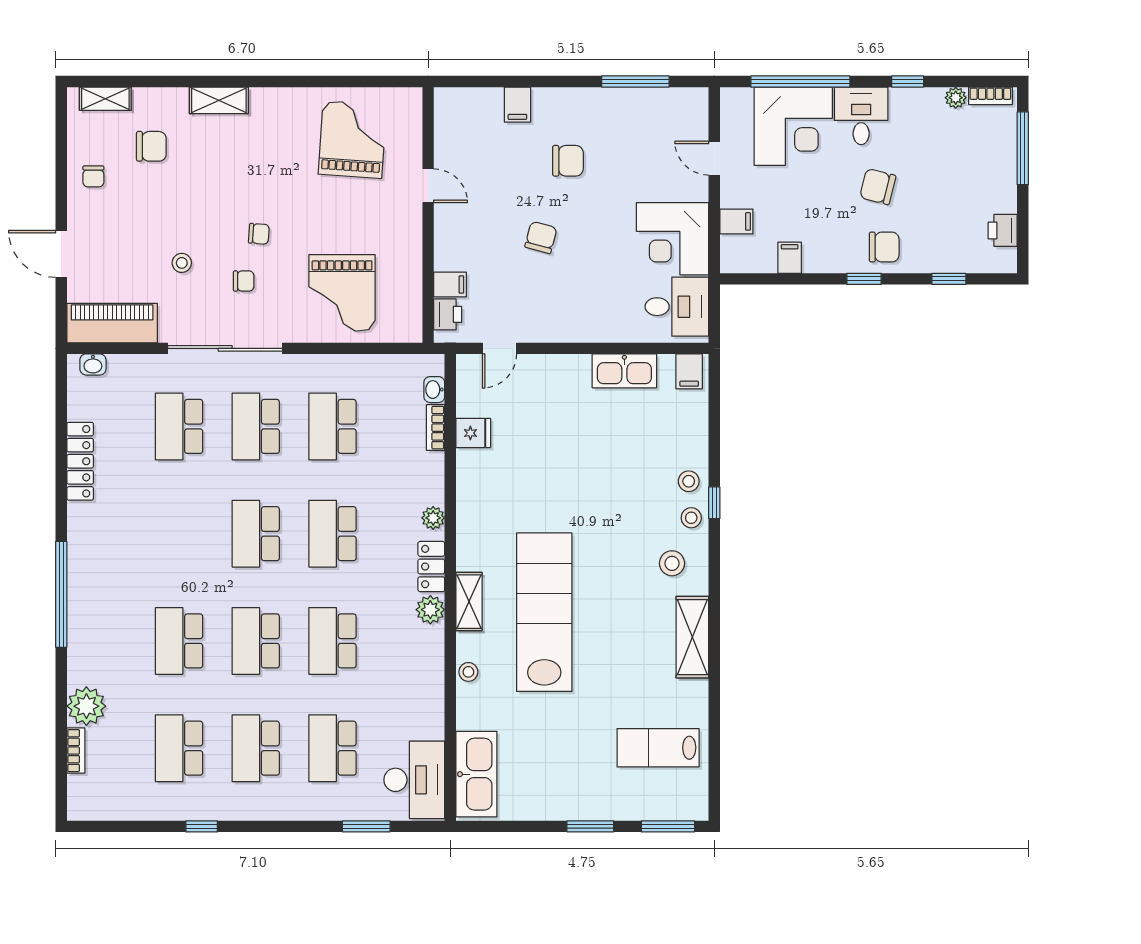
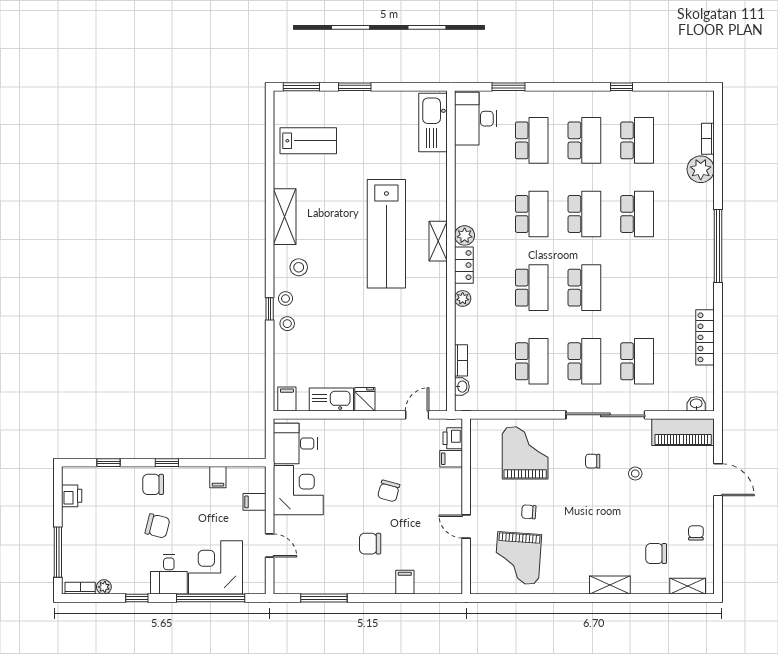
chair: (259, 234) -> (529, 512), moved
fridge: (473, 433) -> (365, 399), moved, turned 90
stool: (468, 672) -> (438, 193), removed

